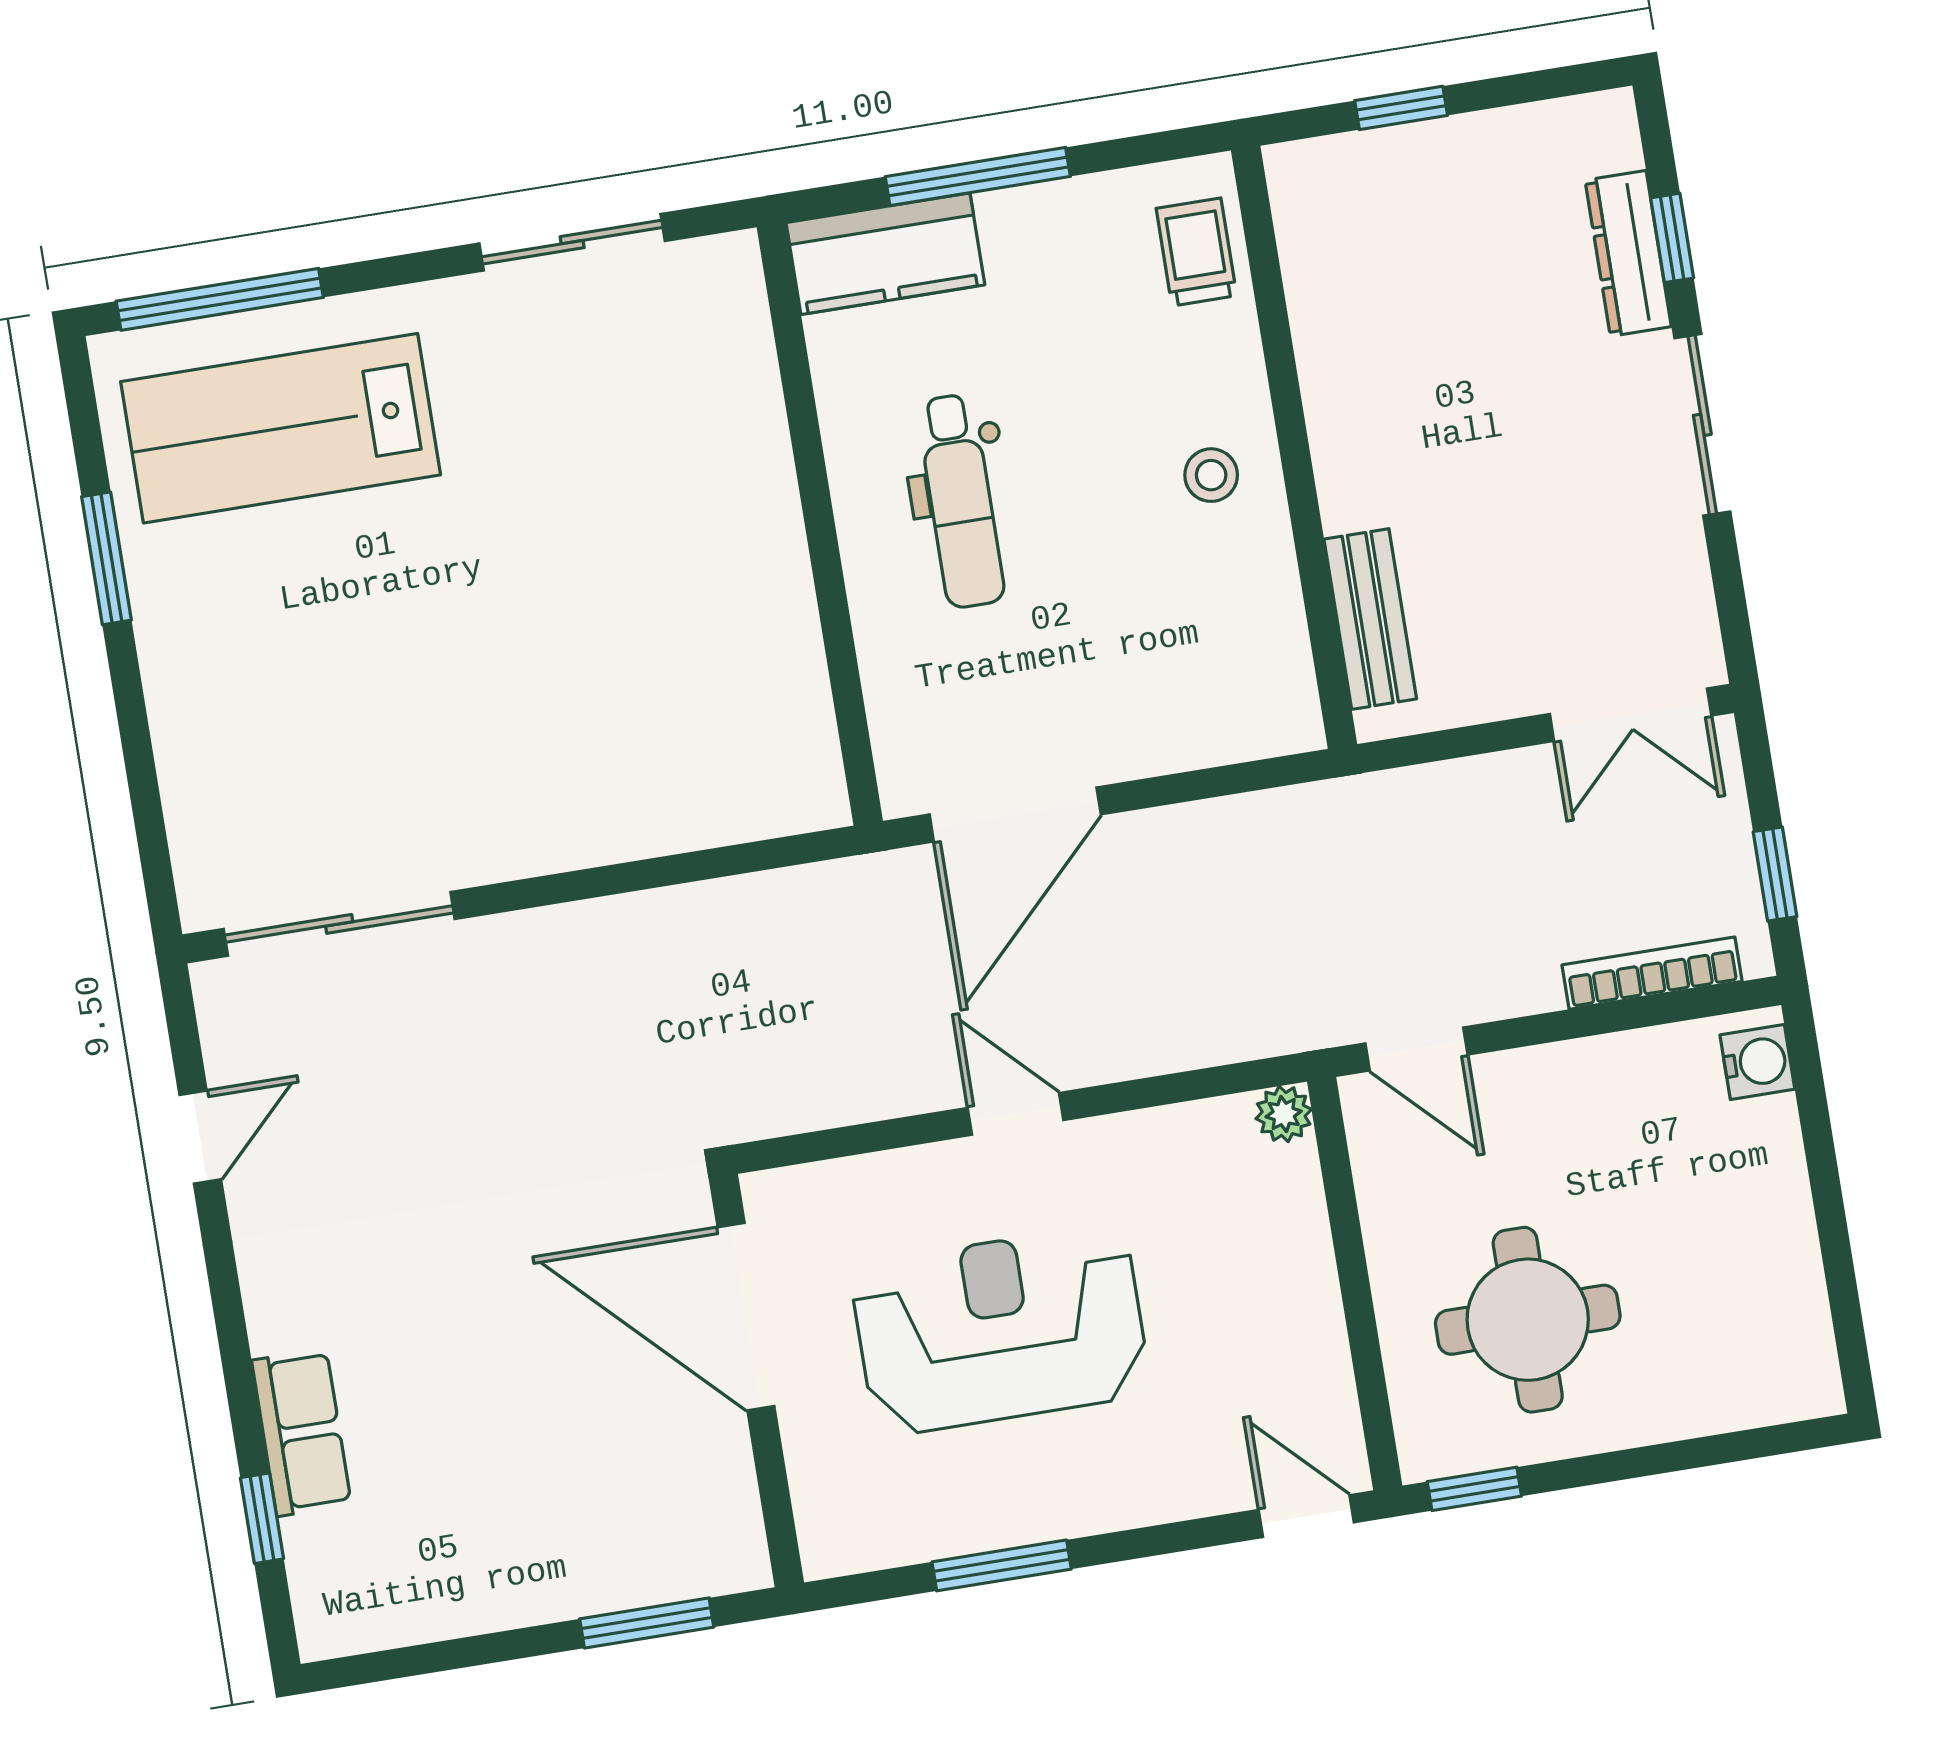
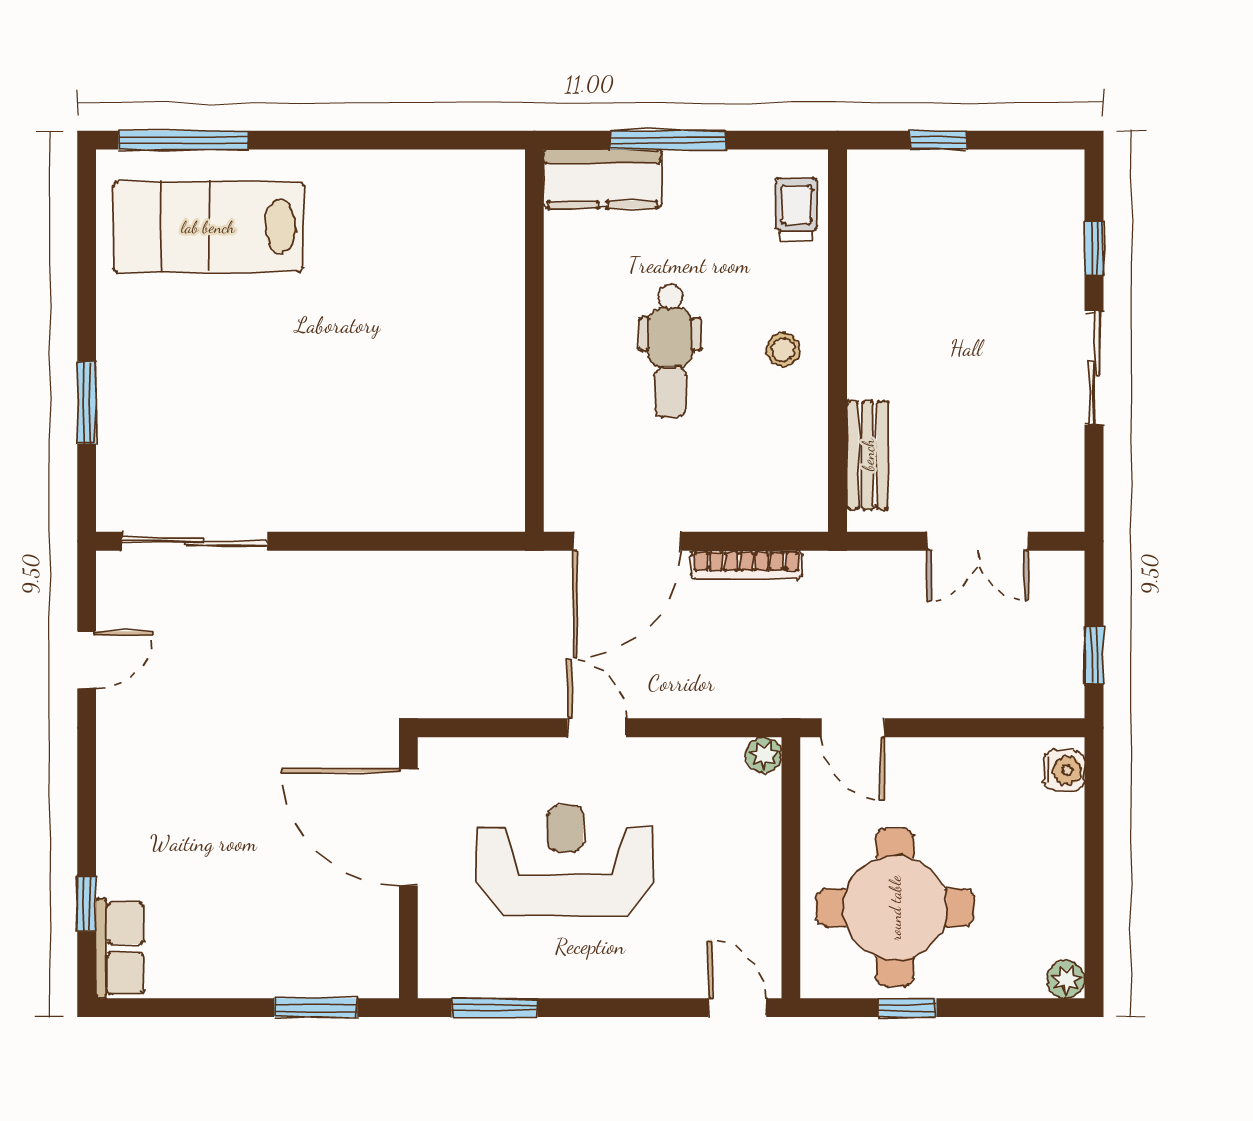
sliding door: (572, 242) -> (409, 140), removed
dresser: (1628, 253) -> (1065, 254), removed
dental chair: (961, 501) -> (670, 351), moved
window: (107, 558) -> (87, 403), moved
double door: (1631, 715) -> (978, 541), moved
bookcase: (1652, 973) -> (746, 565), moved, turned 180
round table: (1528, 1320) -> (895, 908), width x1.36, depth x1.36
plant: (1813, 1389) -> (1066, 979), added
row of seats: (302, 1432) -> (120, 948), moved
window: (1474, 1489) -> (908, 1008), moved
window: (1002, 1565) -> (495, 1008), moved

